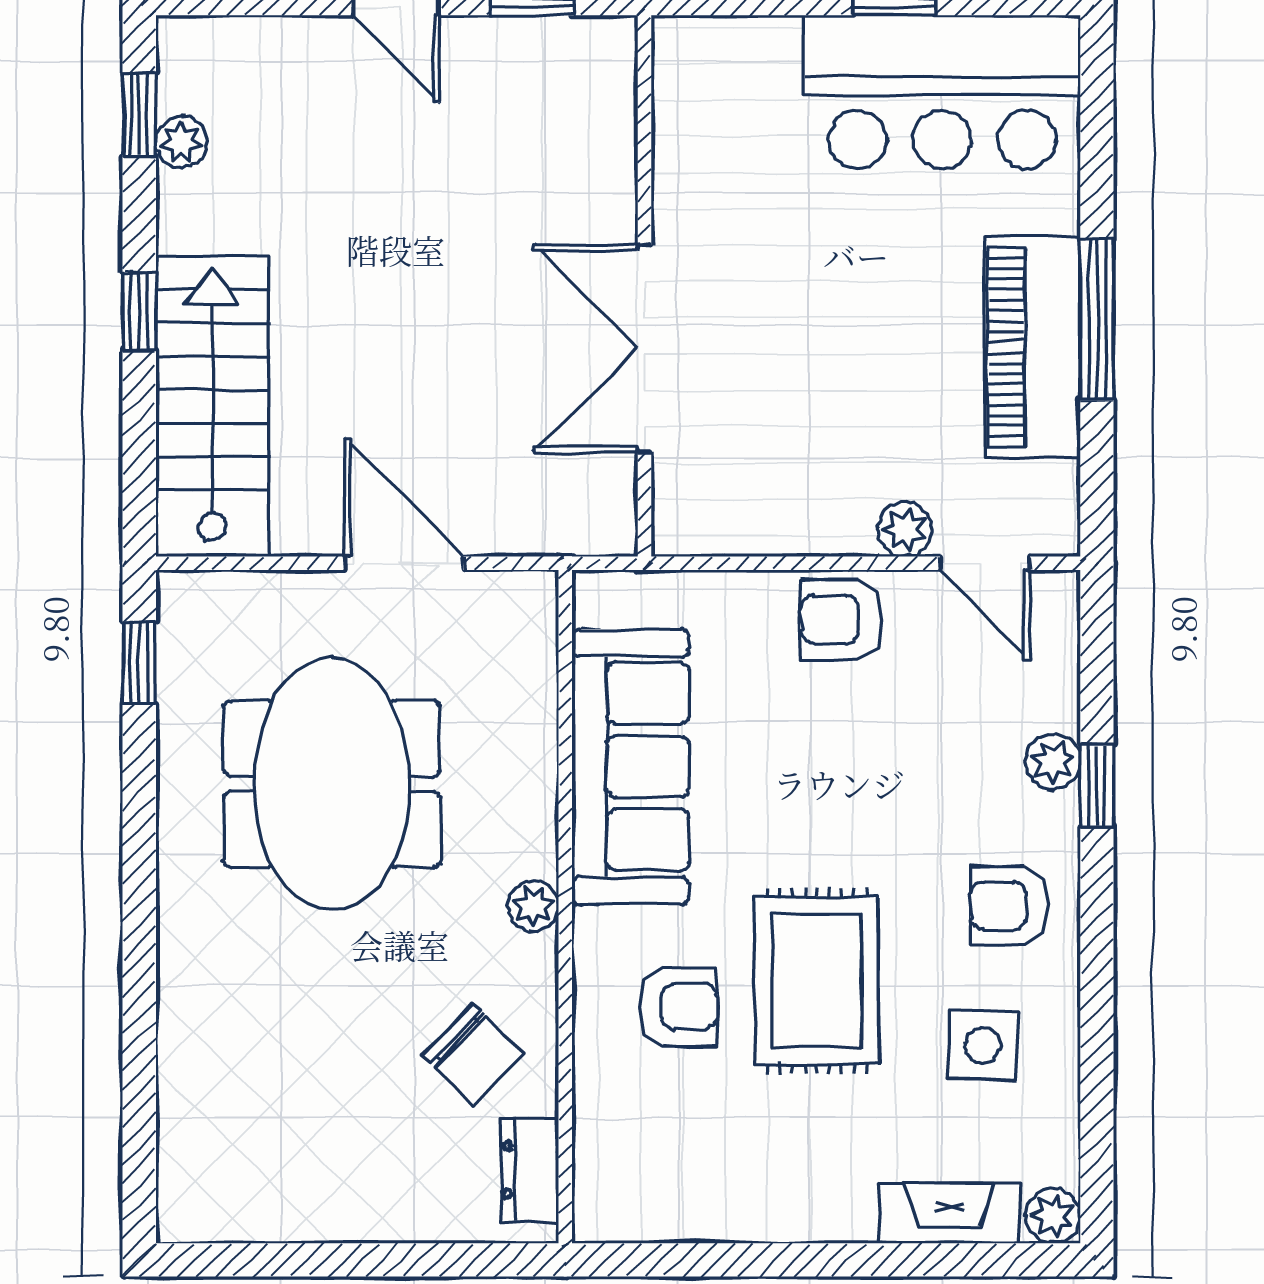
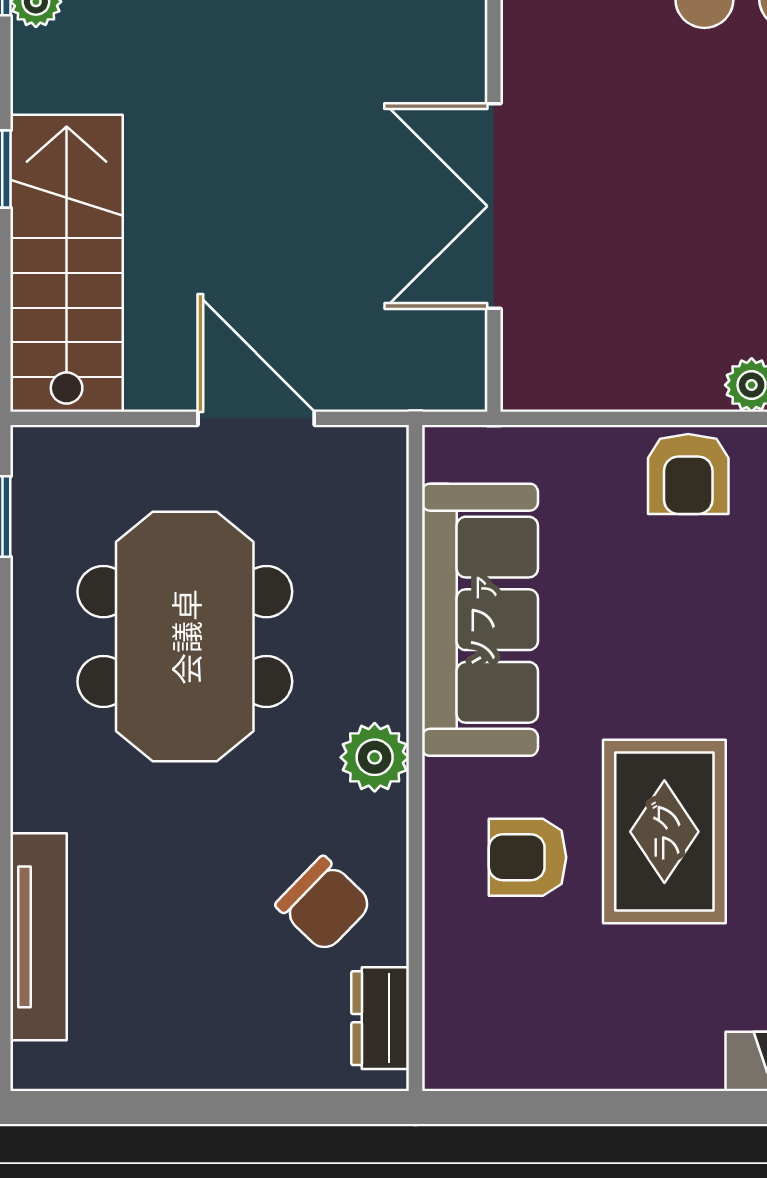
armchair: (841, 620) -> (688, 474), turned -90
plant: (533, 906) -> (375, 757), width x1.38, depth x1.38
armchair: (678, 1007) -> (528, 857), turned 180
tv unit: (184, 1087) -> (39, 937), added

